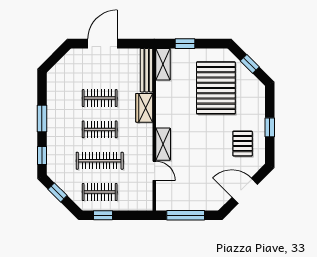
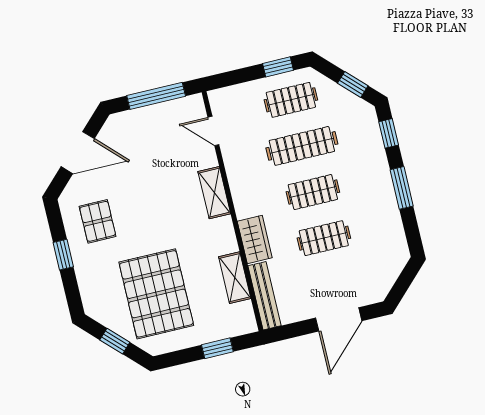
shelving: (163, 64) -> (235, 278), moved
door: (154, 171) -> (213, 131), moved

